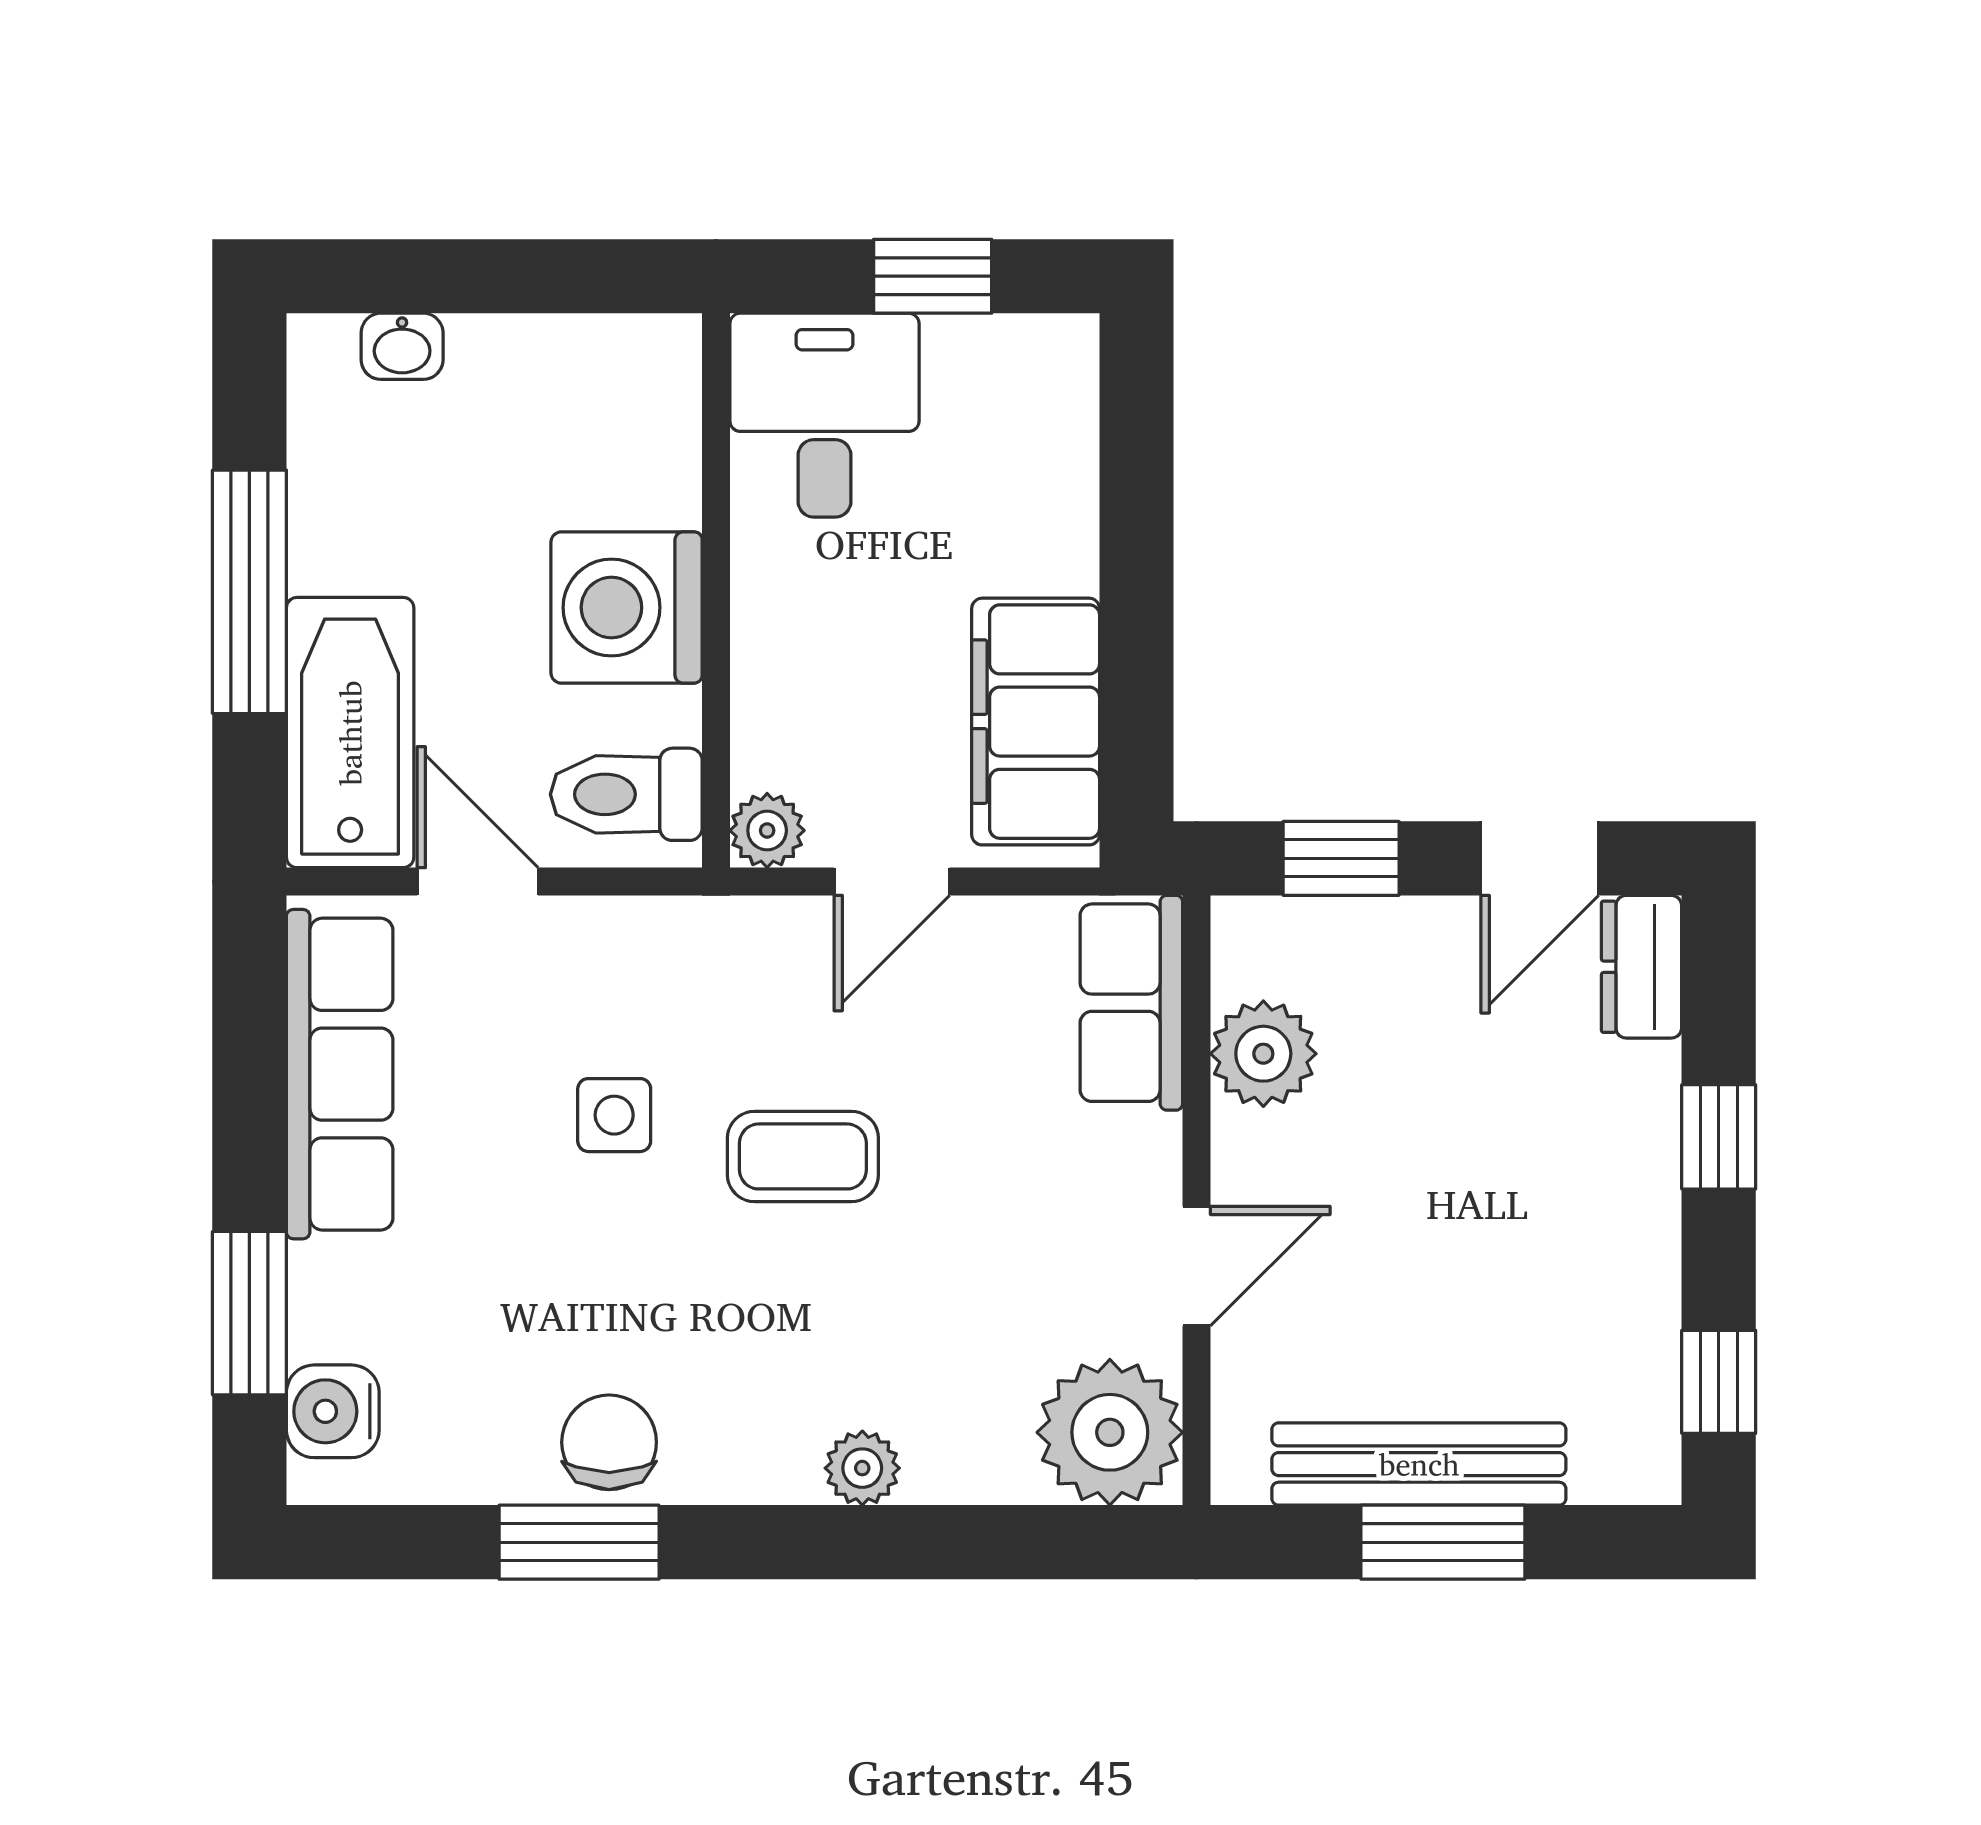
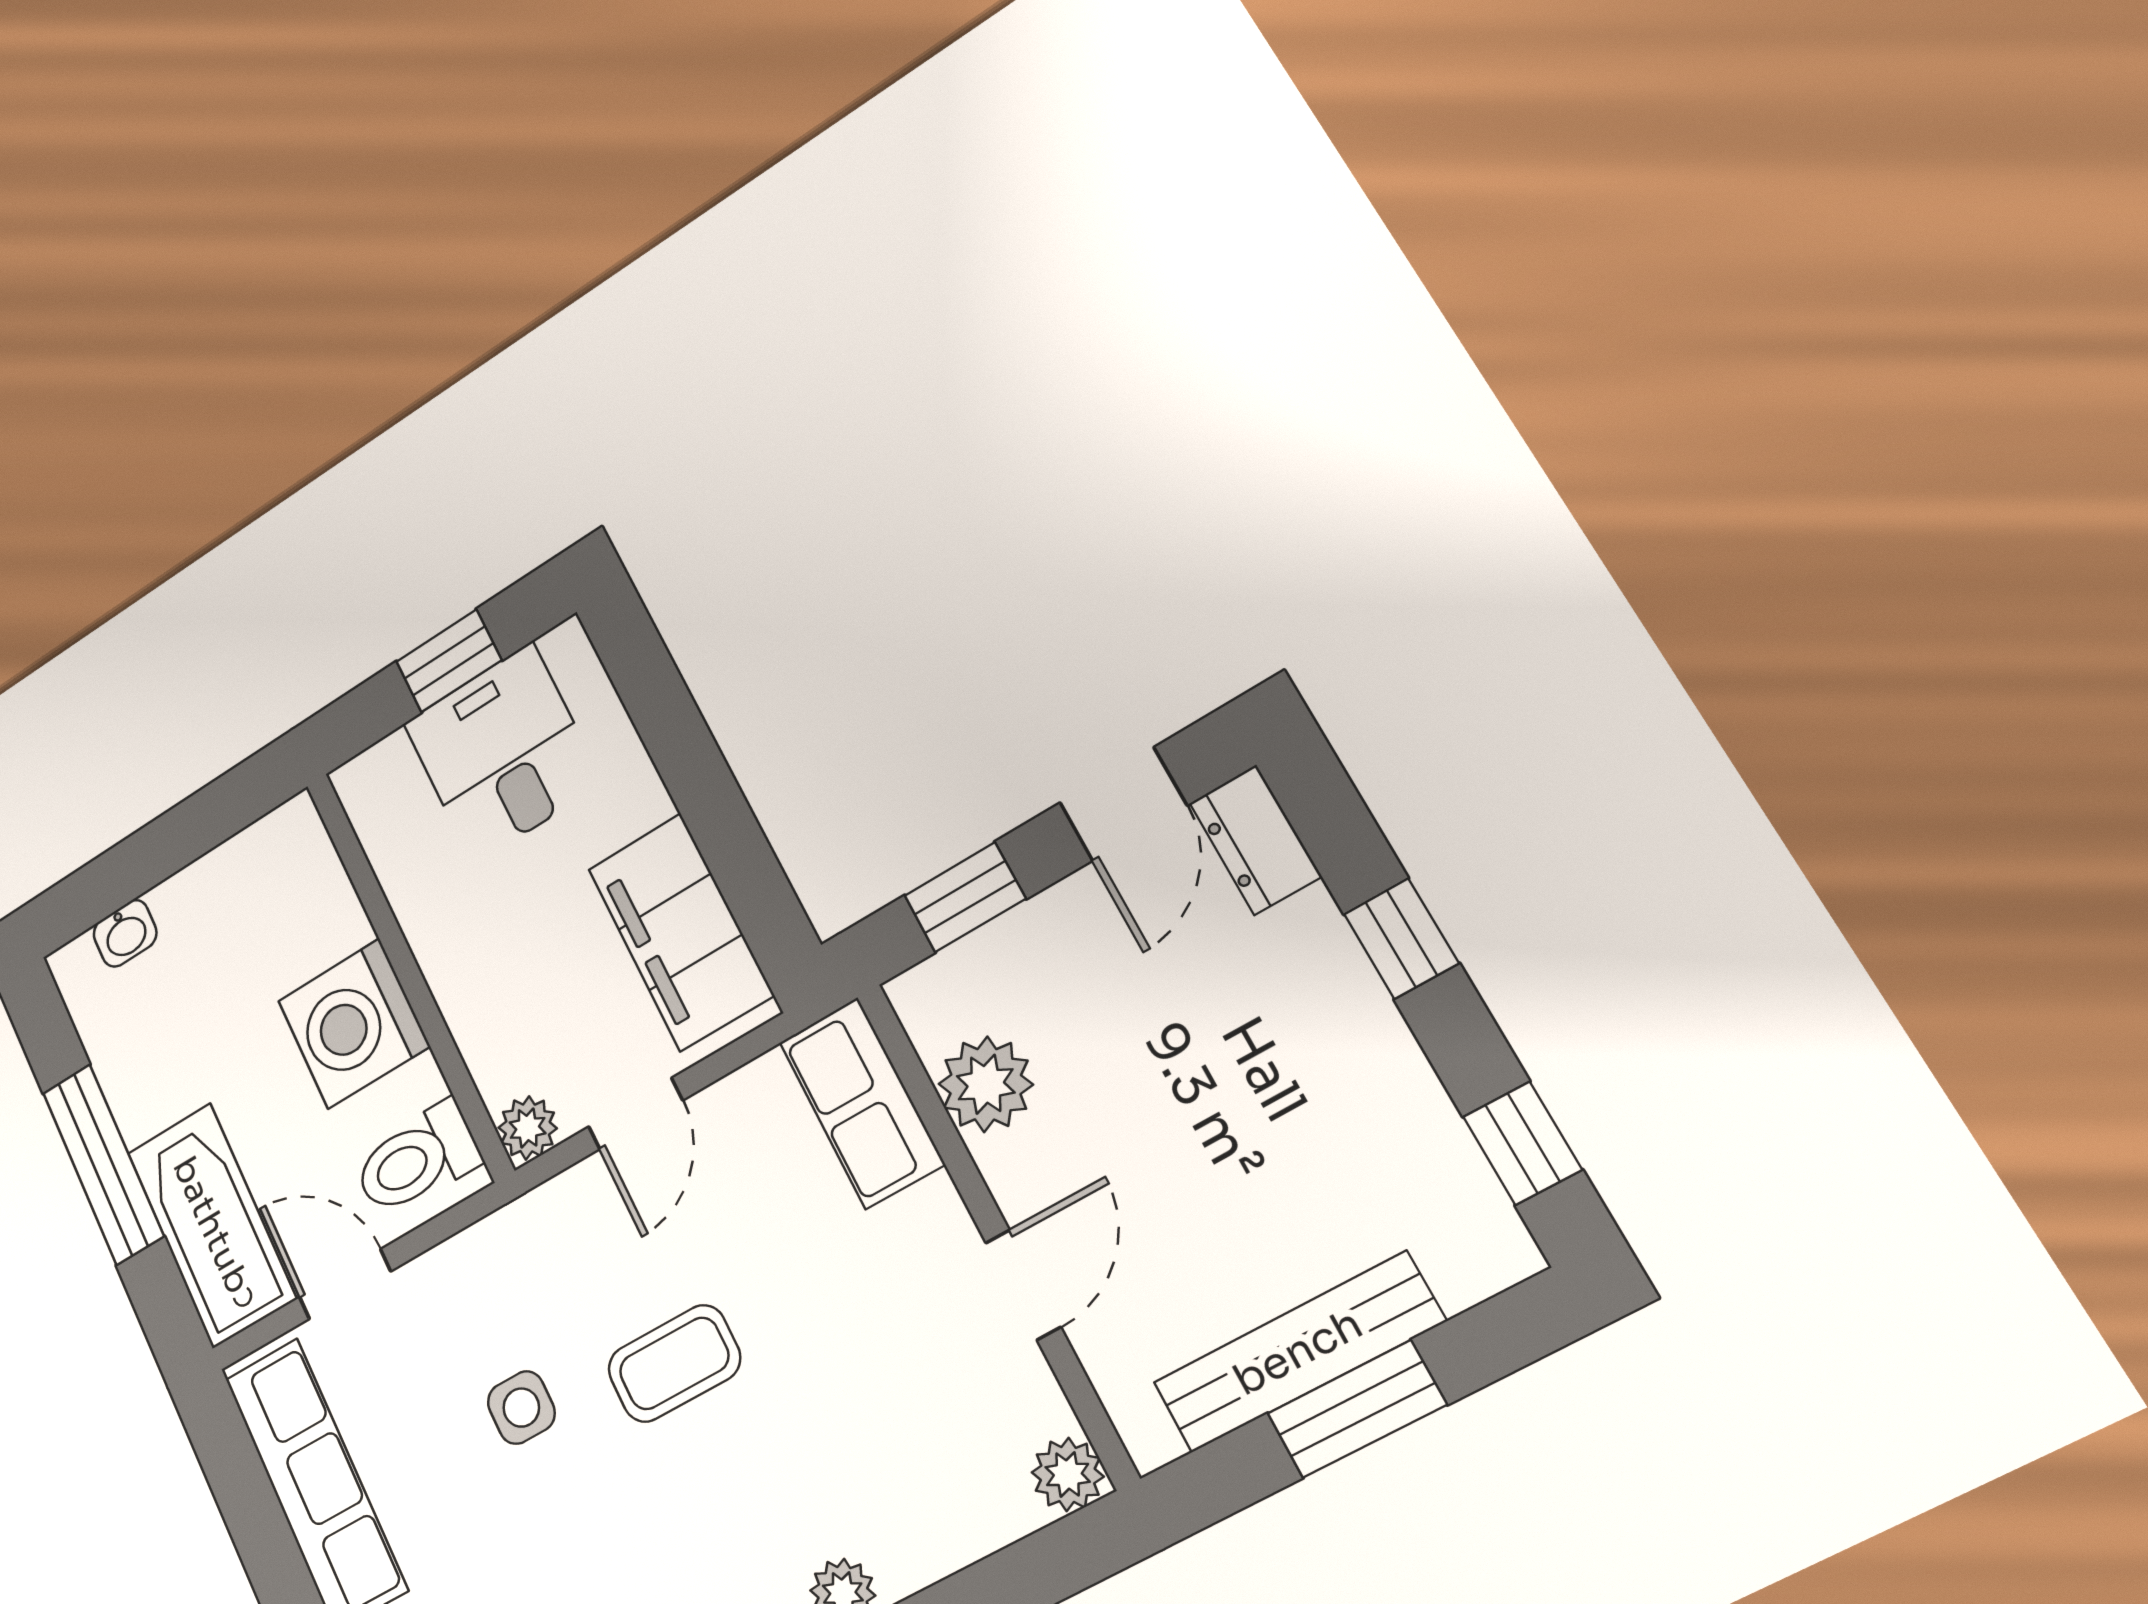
desk: (824, 415) -> (503, 753), moved
plant: (1110, 1432) -> (1068, 1474), width x0.53, depth x0.53

